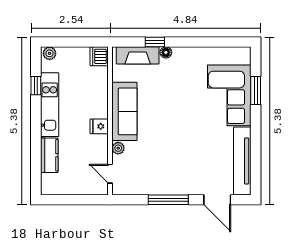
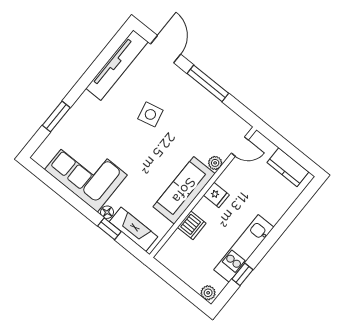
dishwasher: (99, 56) -> (192, 225), moved
corner sofa: (229, 95) -> (86, 172), moved, turned -90
side table: (191, 145) -> (150, 114), added
kitchen counter: (49, 155) -> (288, 167), moved, turned -90
door: (110, 174) -> (240, 147), hinge flipped

